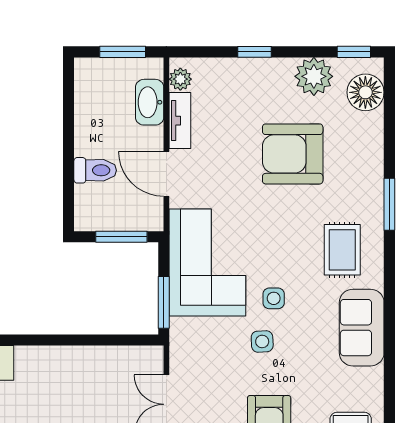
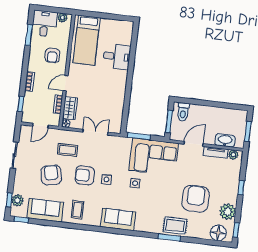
toilet: (95, 170) -> (183, 112), moved
rug: (342, 250) -> (175, 226), moved
side table: (262, 341) -> (106, 179), moved

